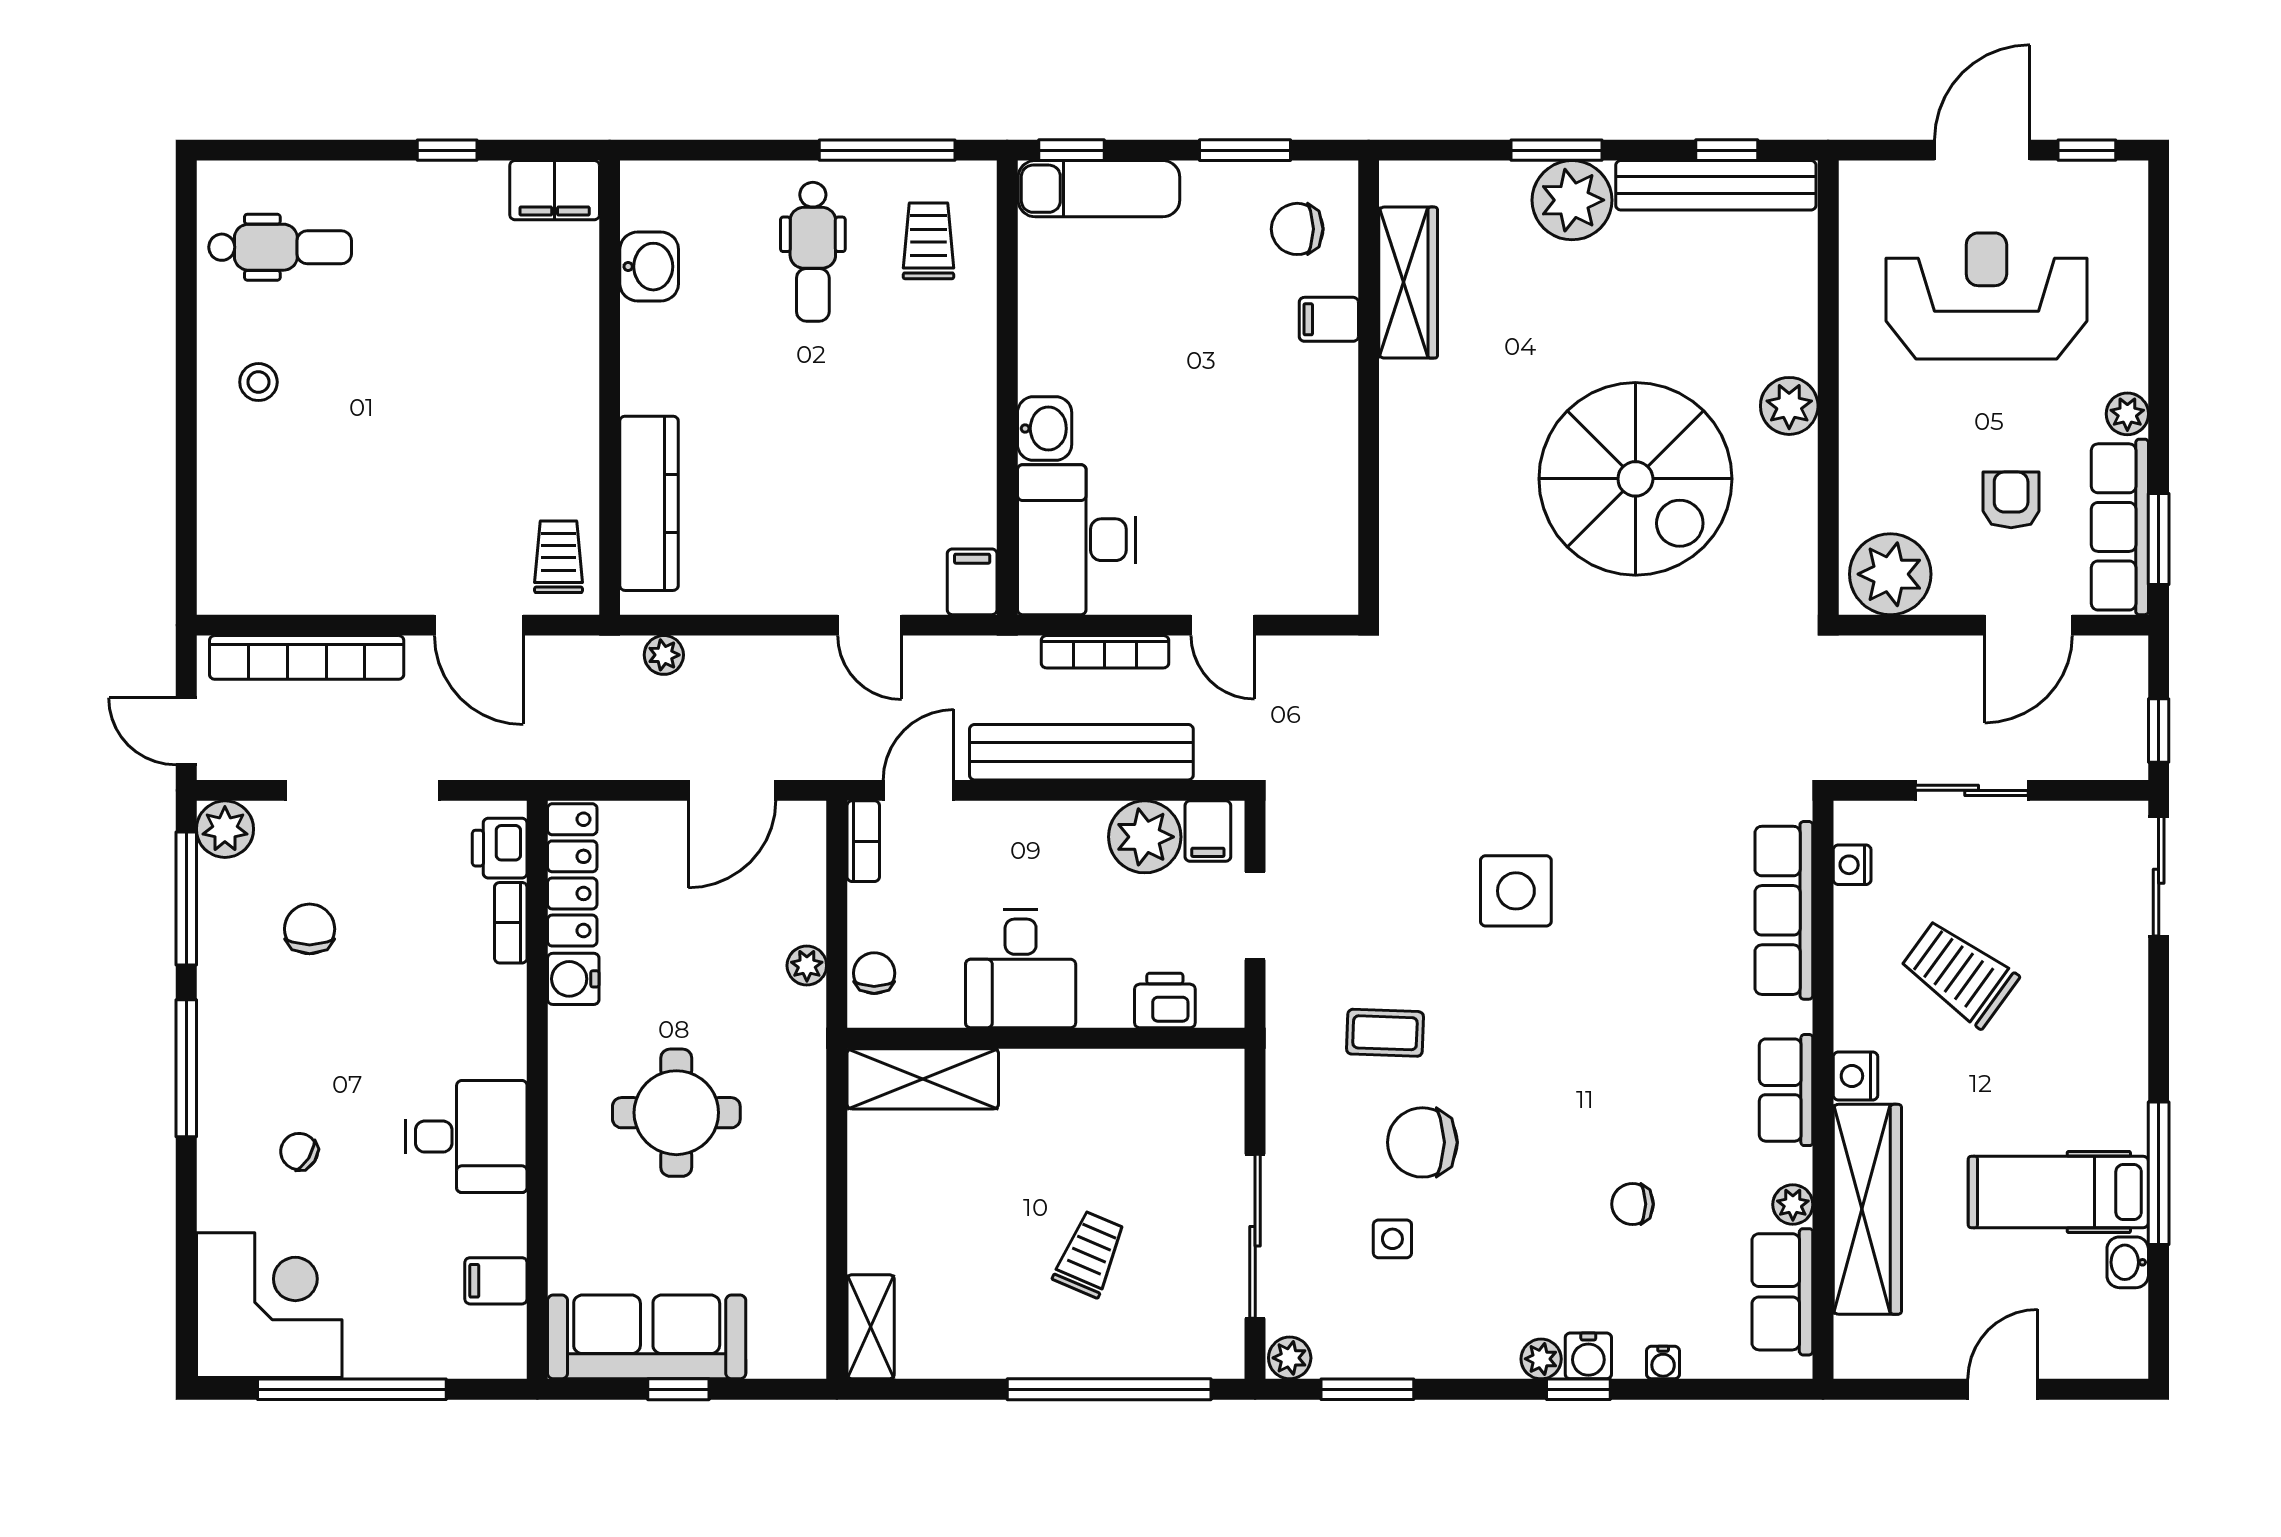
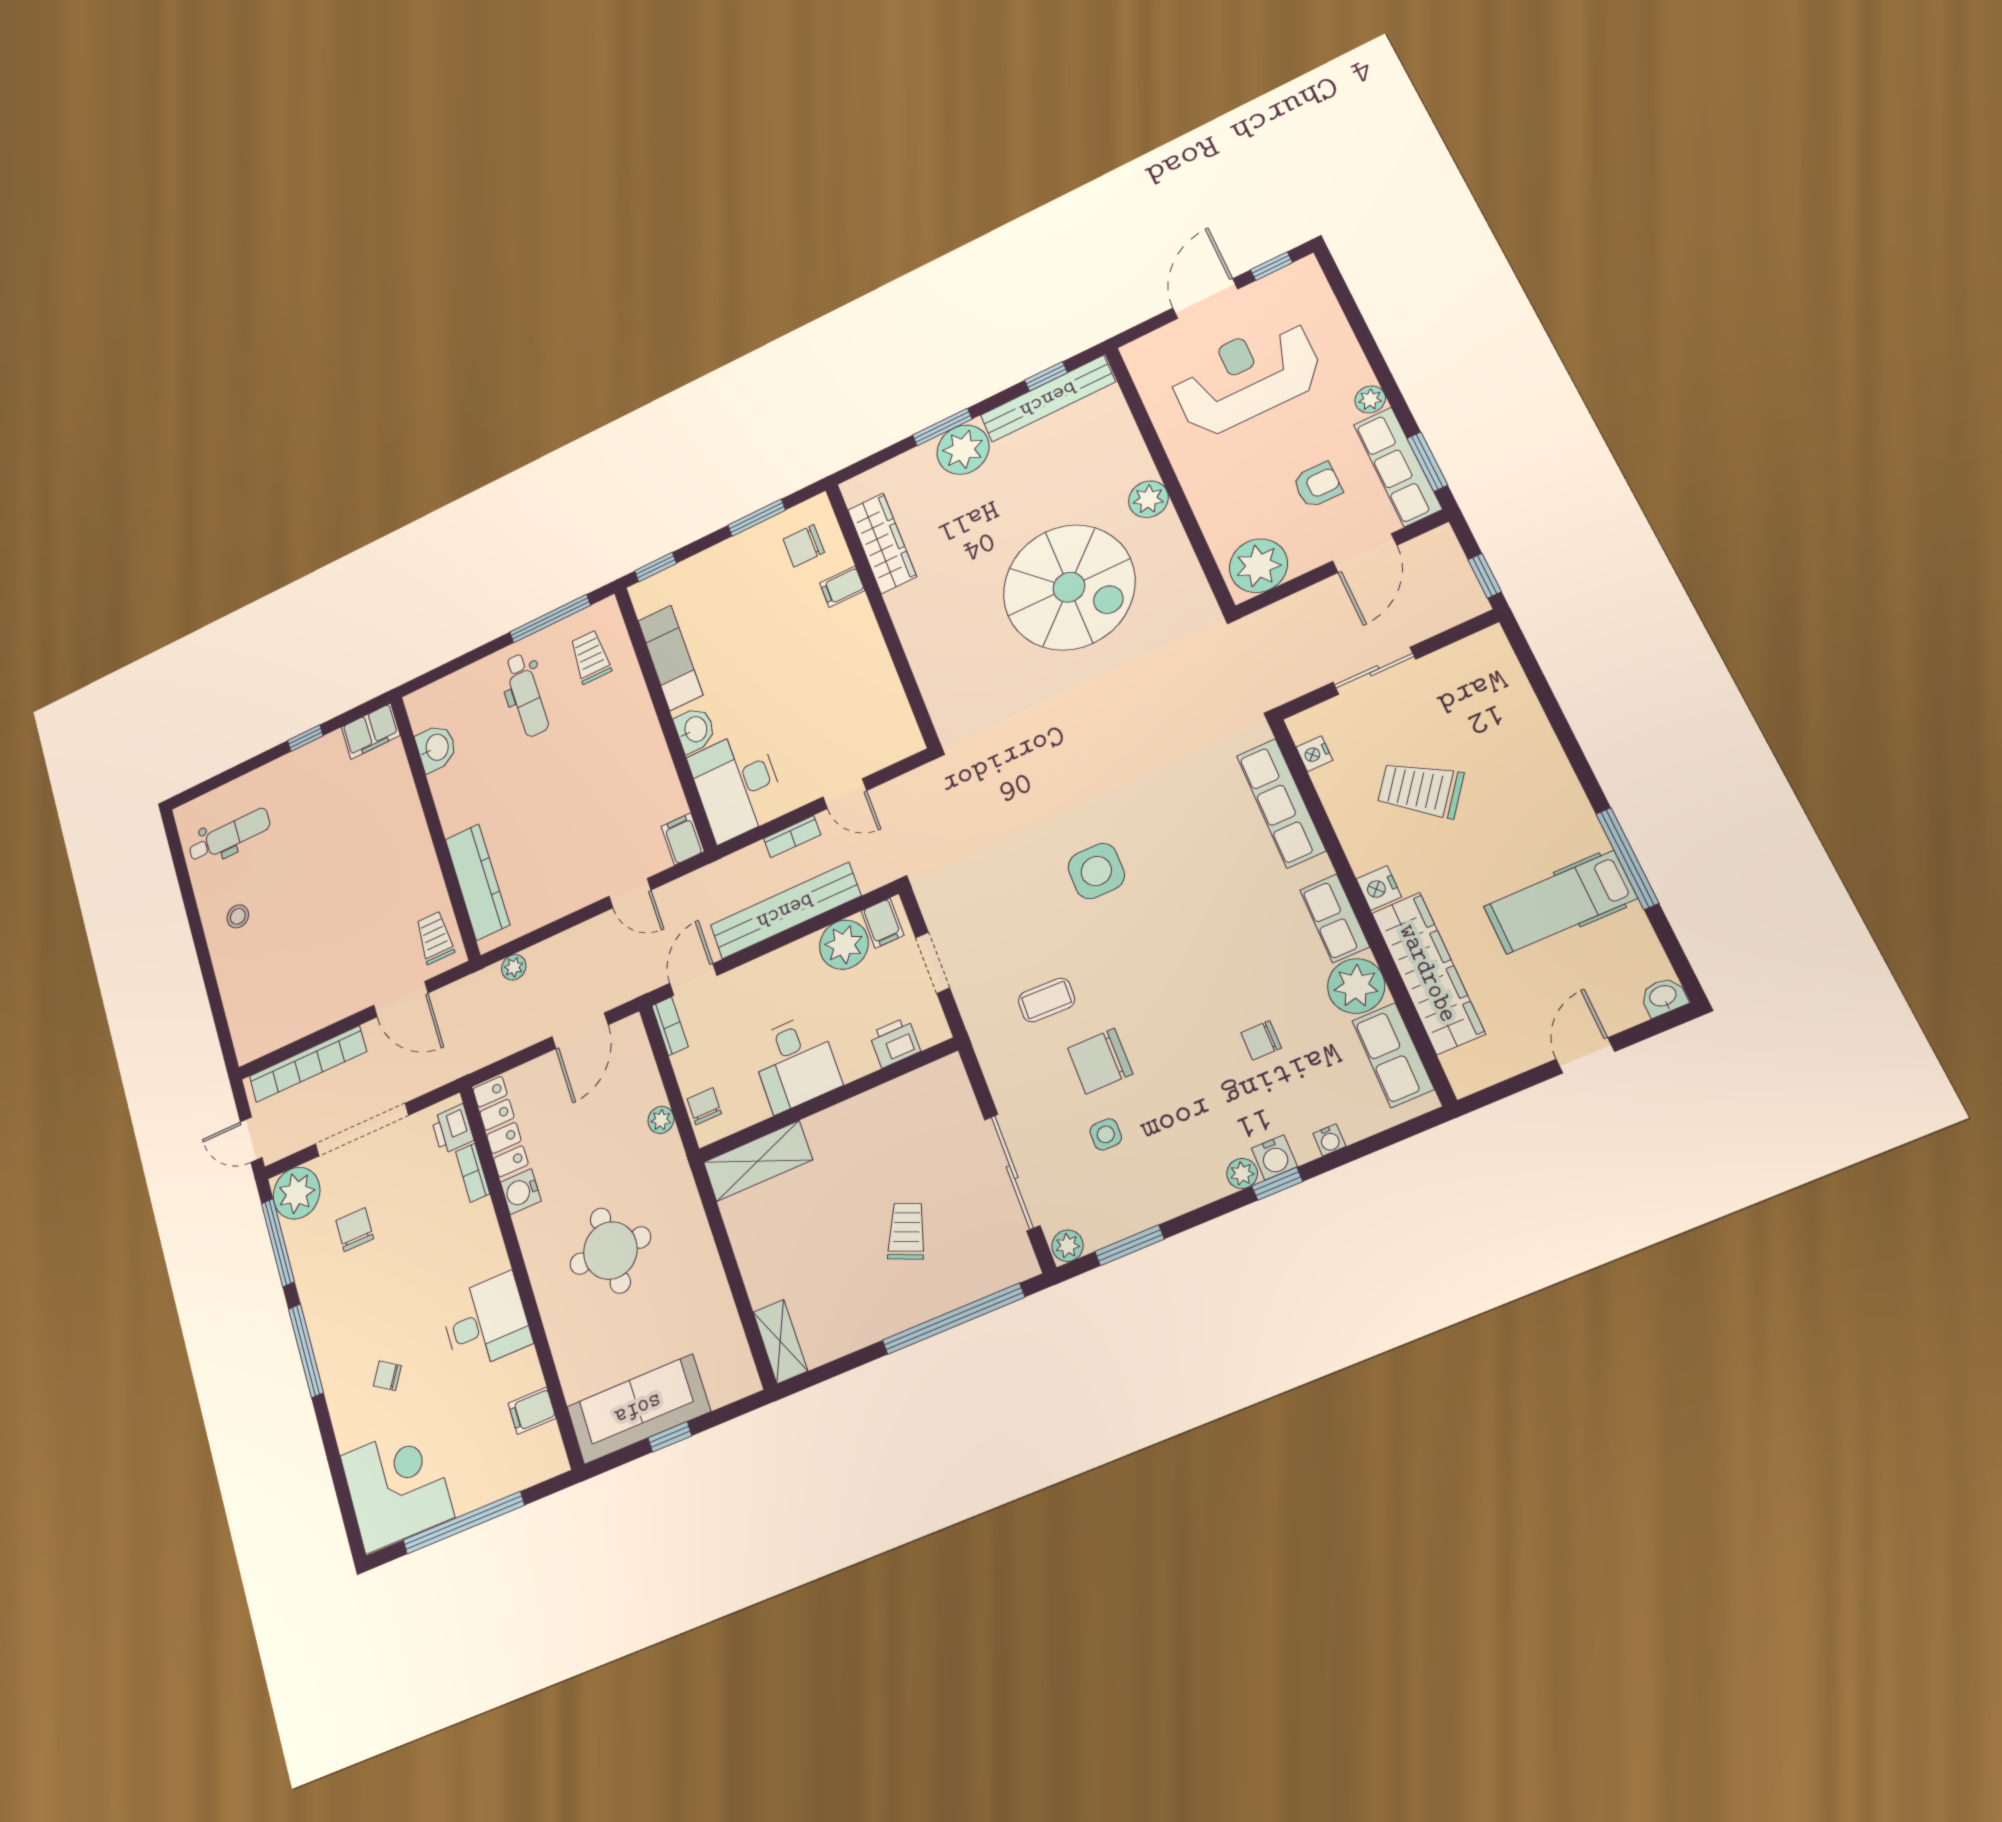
exam couch: (1099, 189) -> (670, 658), moved, turned -90
armchair: (2011, 500) -> (1318, 485), turned 90
bookcase: (1105, 652) -> (792, 837), width x0.64
plant: (225, 829) -> (297, 1193), width x1.36, depth x1.36
sliding door: (2159, 876) -> (1530, 666), removed
plant: (1793, 1205) -> (1356, 986), width x1.88, depth x1.88
washbasin: (2128, 1262) -> (1663, 997), moved, turned 90

